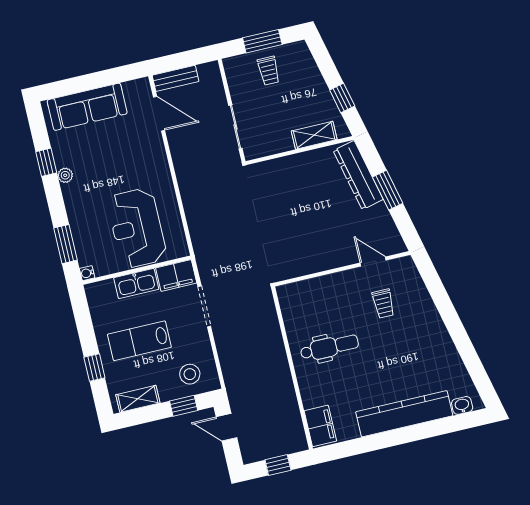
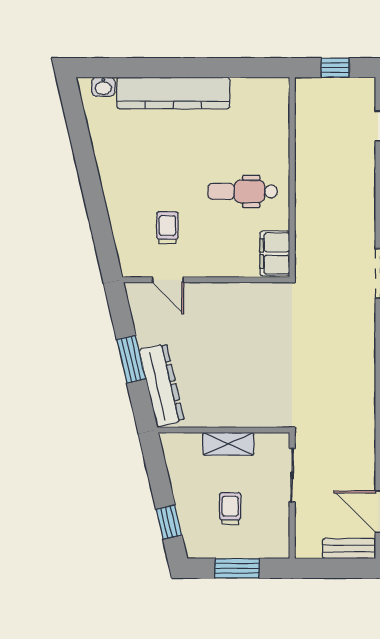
trolley: (269, 71) -> (230, 508), moved
window: (342, 98) -> (169, 522), moved
shelving: (314, 135) -> (228, 444), moved
filing cabinet: (320, 426) -> (275, 253), moved

